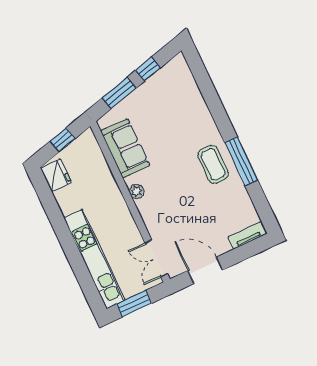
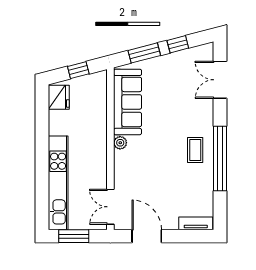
double door: (205, 85) -> (220, 80), added
sofa: (125, 148) -> (128, 102), width x1.36
window: (241, 161) -> (220, 158), width x1.46
coffee table: (213, 164) -> (195, 150), width x0.73, depth x0.77

